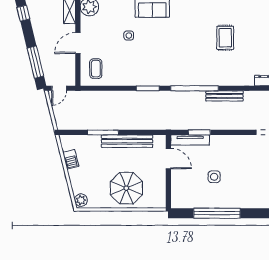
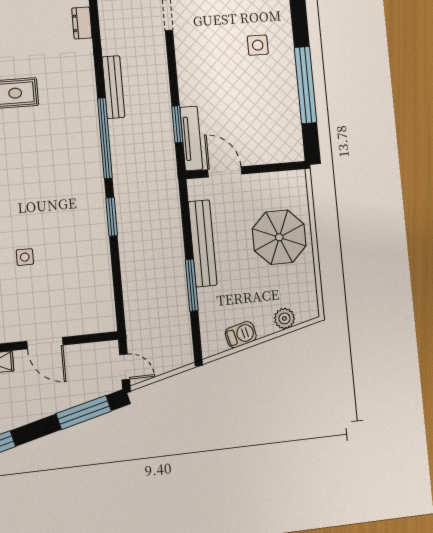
coffee table: (96, 69) -> (86, 308), removed
door: (168, 158) -> (225, 172), hinge flipped
side table: (214, 177) -> (258, 45), moved
plant: (81, 200) -> (284, 318), moved

